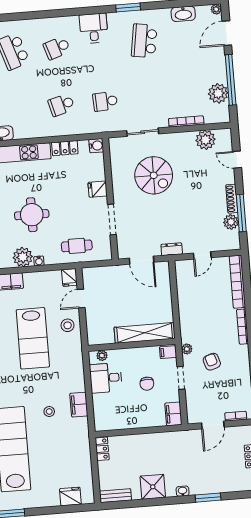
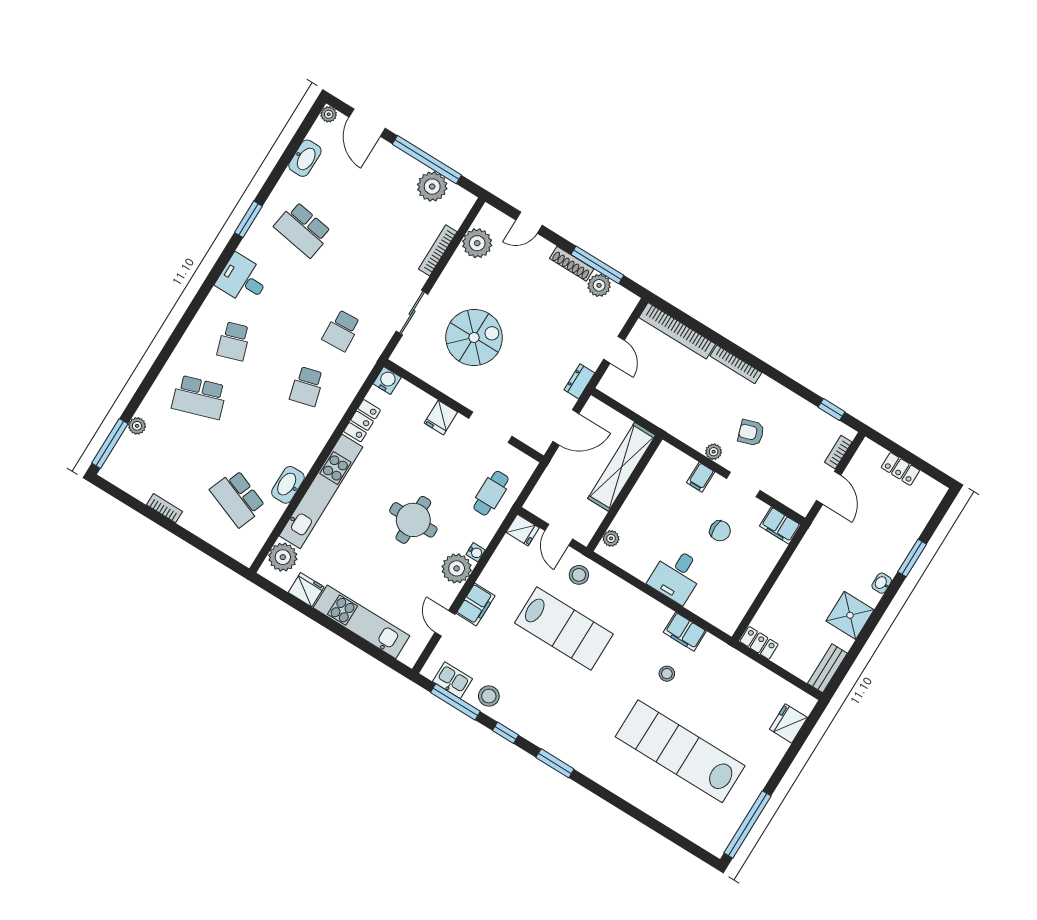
shelving: (145, 333) -> (622, 467), moved
wall: (132, 345) -> (624, 493), moved
plant: (102, 355) -> (611, 538), moved

